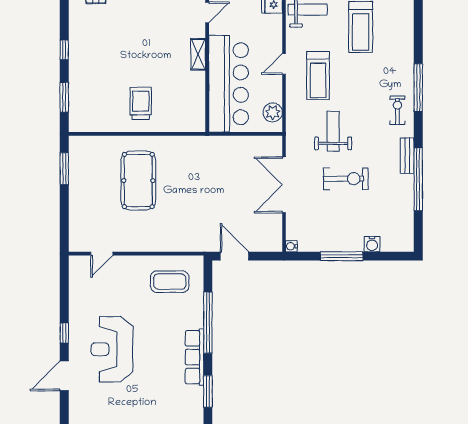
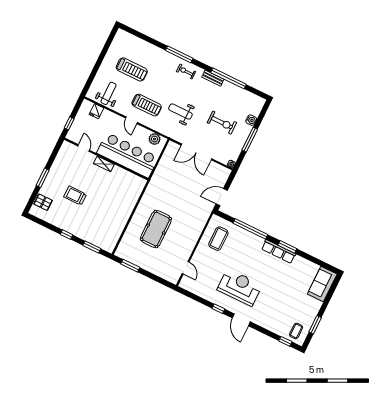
trolley: (141, 103) -> (75, 196), moved
exercise bike: (346, 179) -> (222, 123), moved, turned 90
pool table: (138, 181) -> (156, 229), turned 90
reception desk: (112, 349) -> (240, 287), turned 180
row of seats: (194, 357) -> (279, 252), moved

